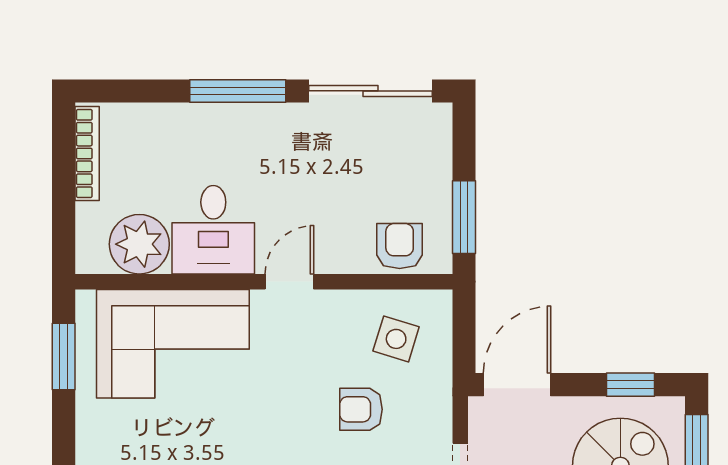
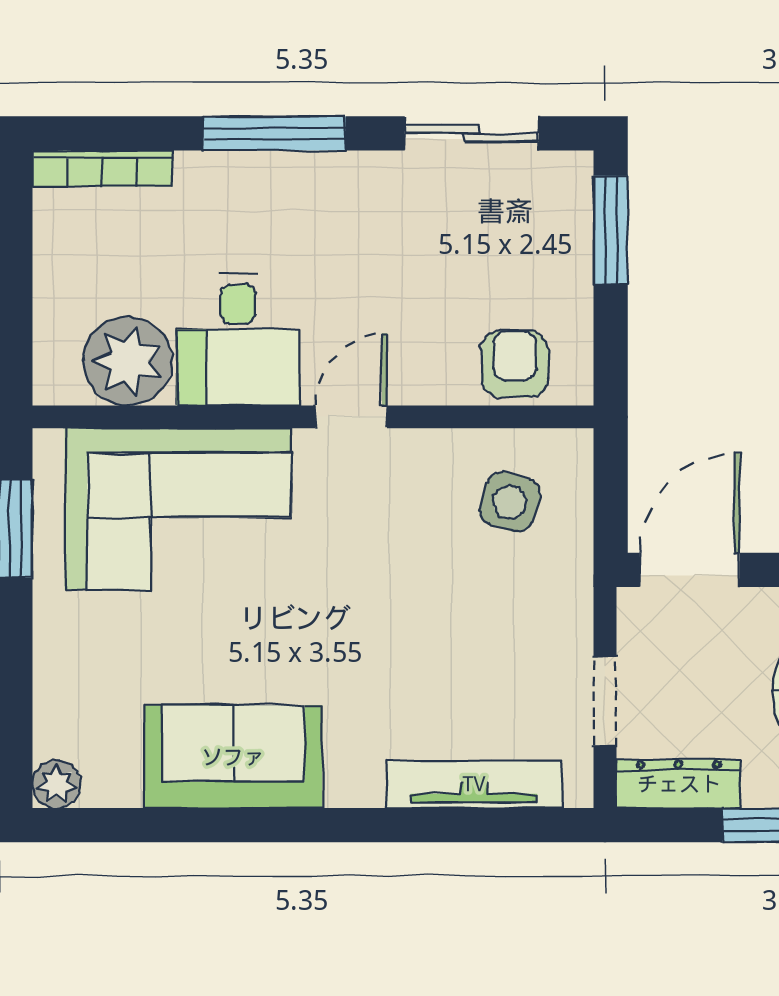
sliding door: (370, 91) -> (472, 133), width x0.73
bookcase: (87, 153) -> (102, 168), moved, turned 90
window: (464, 217) -> (611, 230), moved
armchair: (361, 409) -> (458, 607), removed

